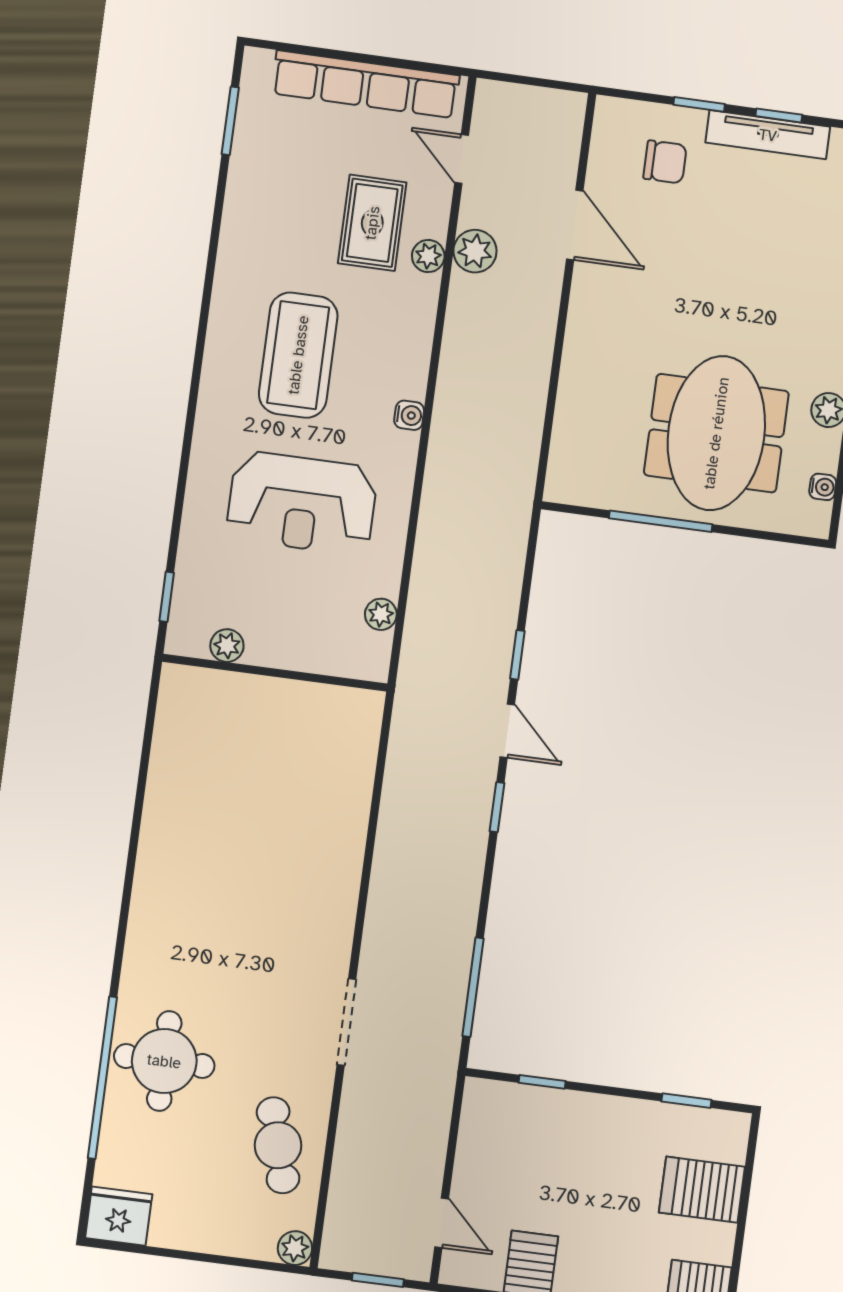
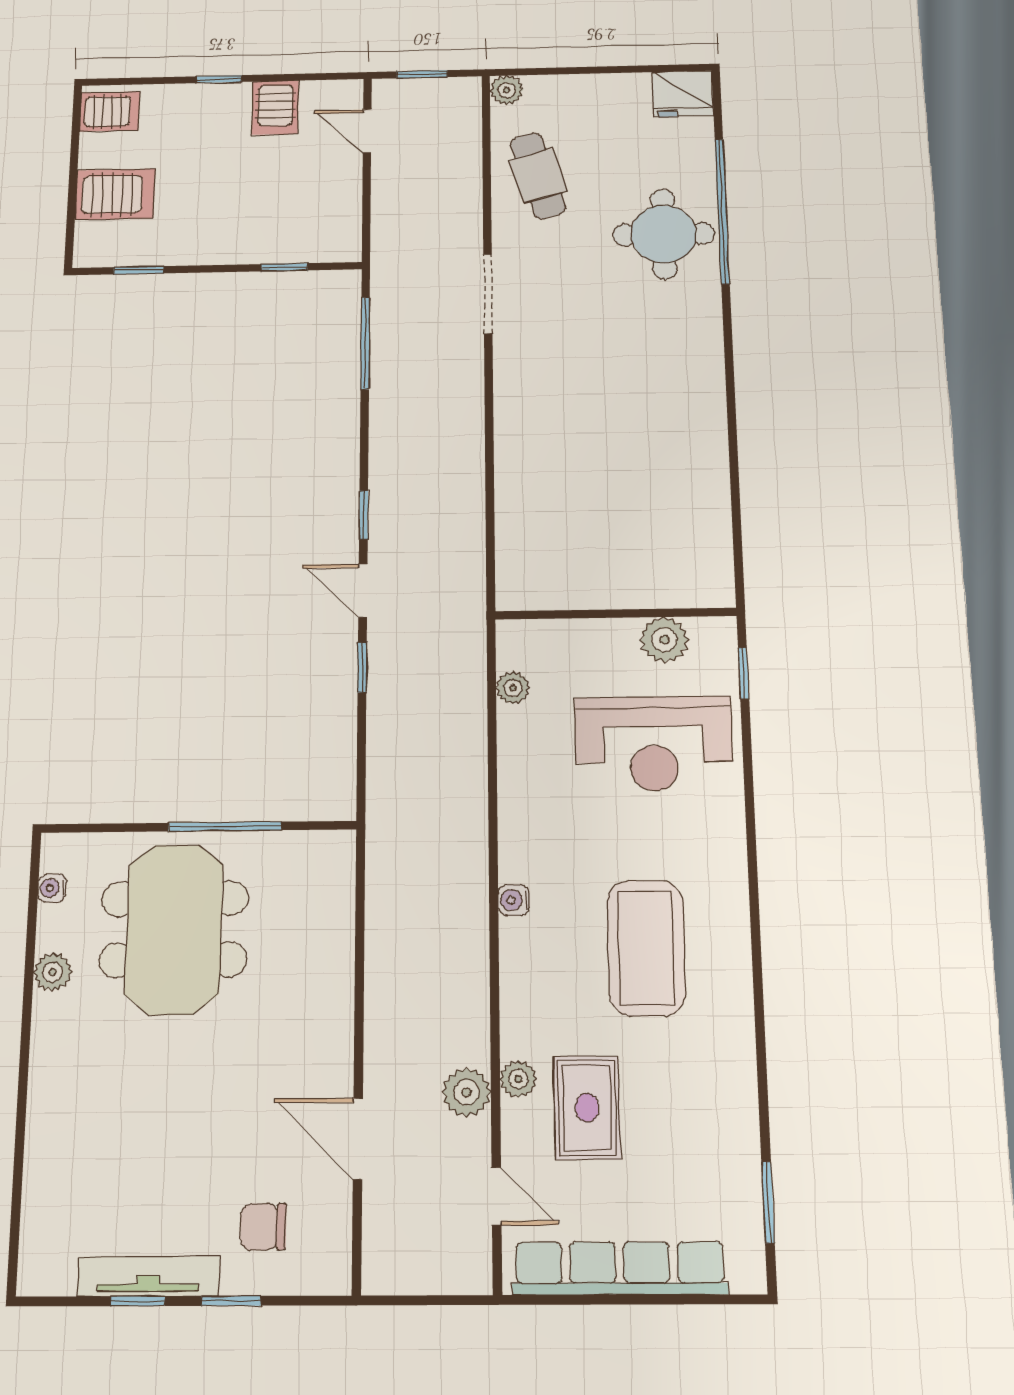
reception desk: (302, 503) -> (654, 743), moved, turned 180
plant: (227, 646) -> (664, 640), width x1.38, depth x1.38

